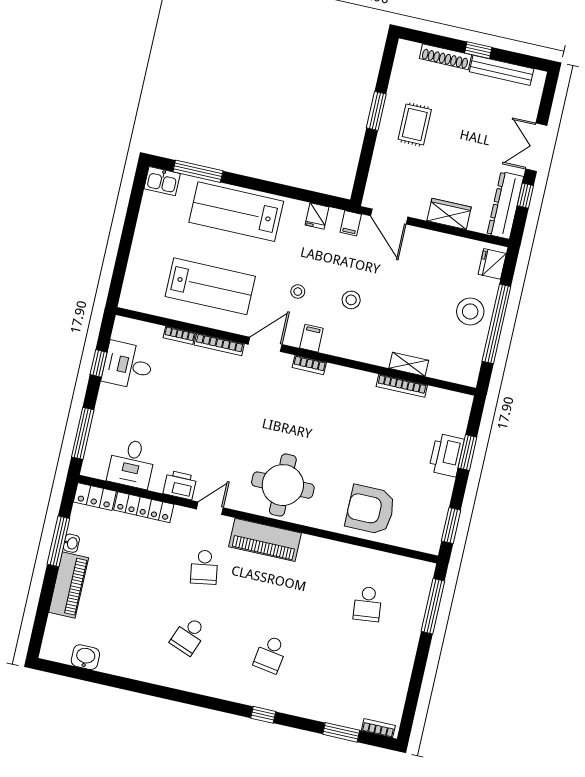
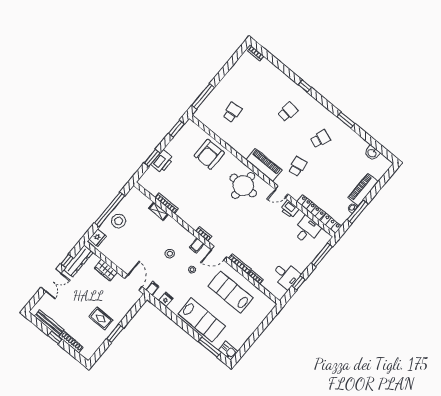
rug: (415, 124) -> (101, 318), turned 90
armchair: (370, 510) -> (209, 154), turned 90
window: (341, 732) -> (346, 120), moved

